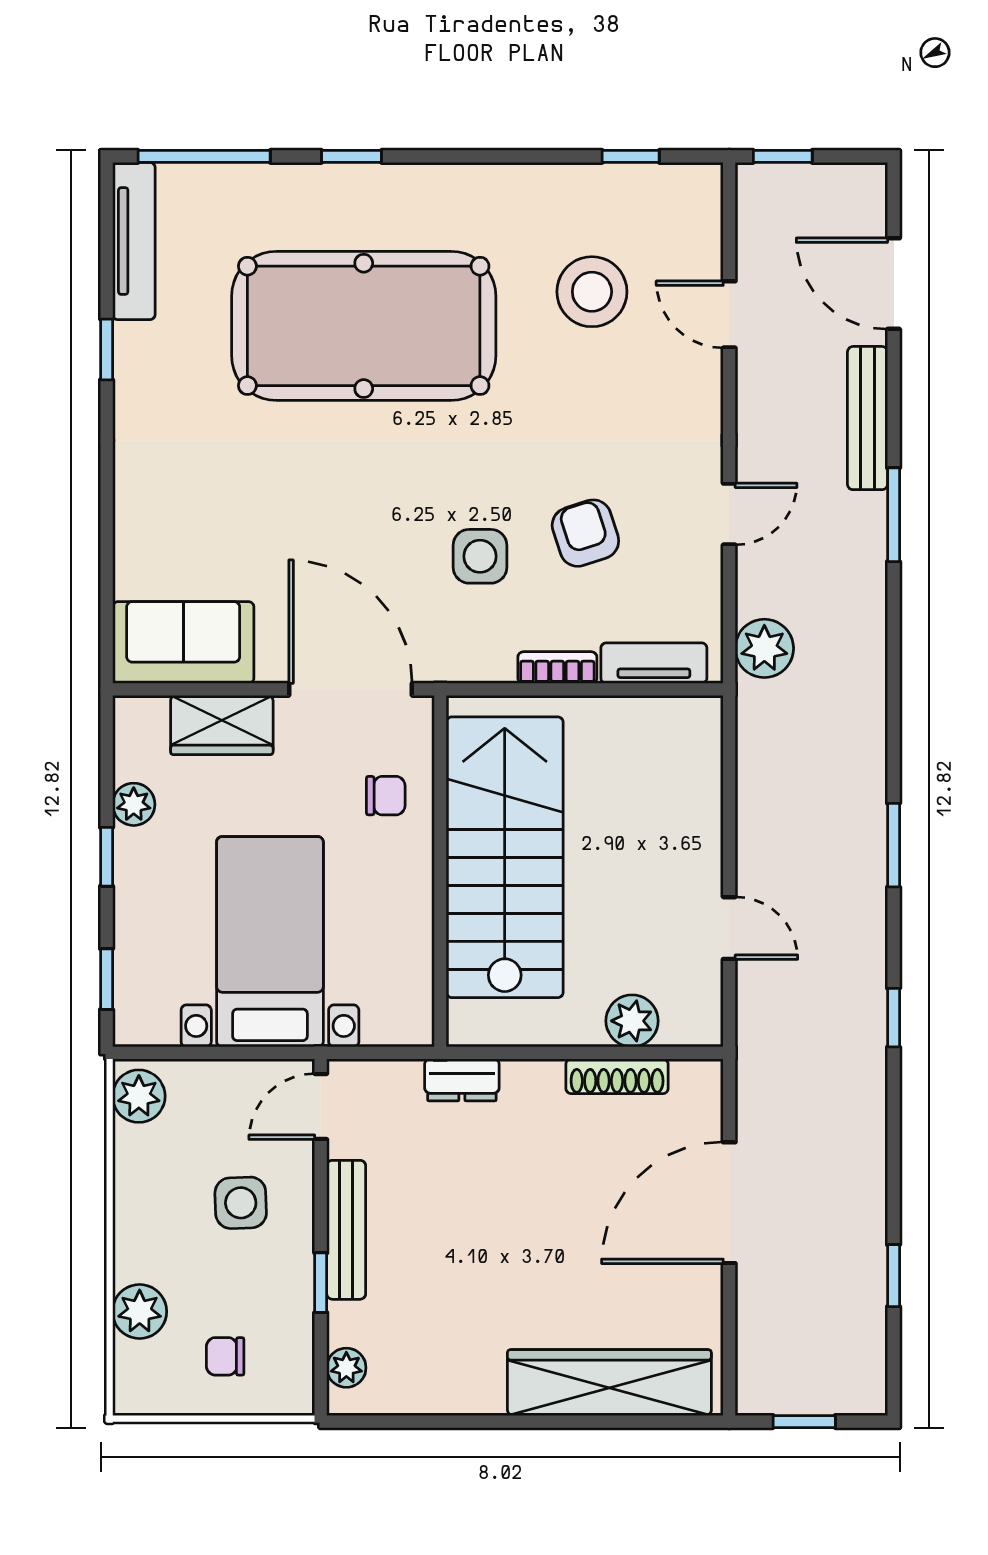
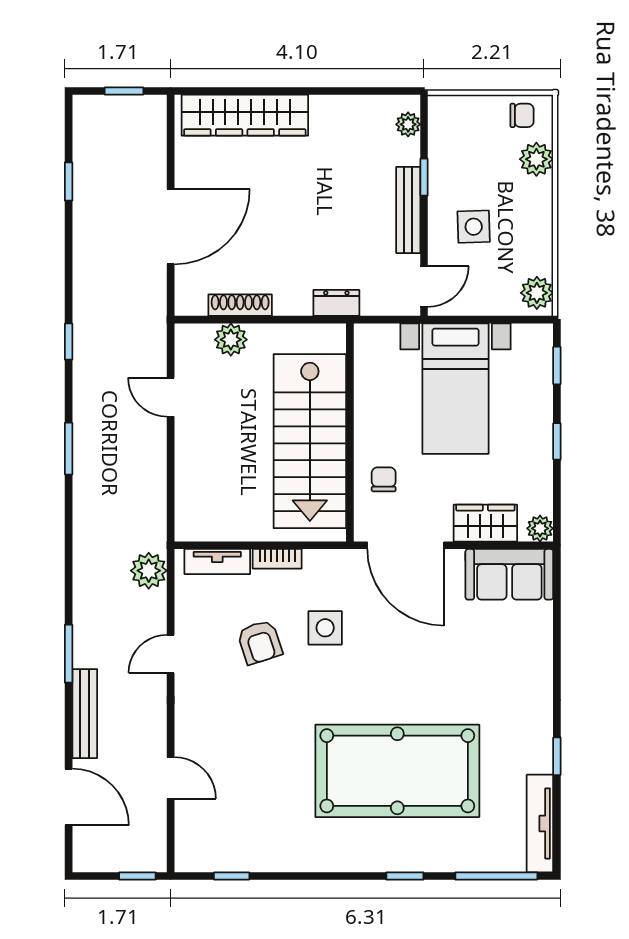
stool: (592, 292) -> (256, 792), removed
chair: (386, 796) -> (384, 479), turned 90
plant: (134, 804) -> (540, 528), moved
chair: (225, 1356) -> (522, 115), moved

